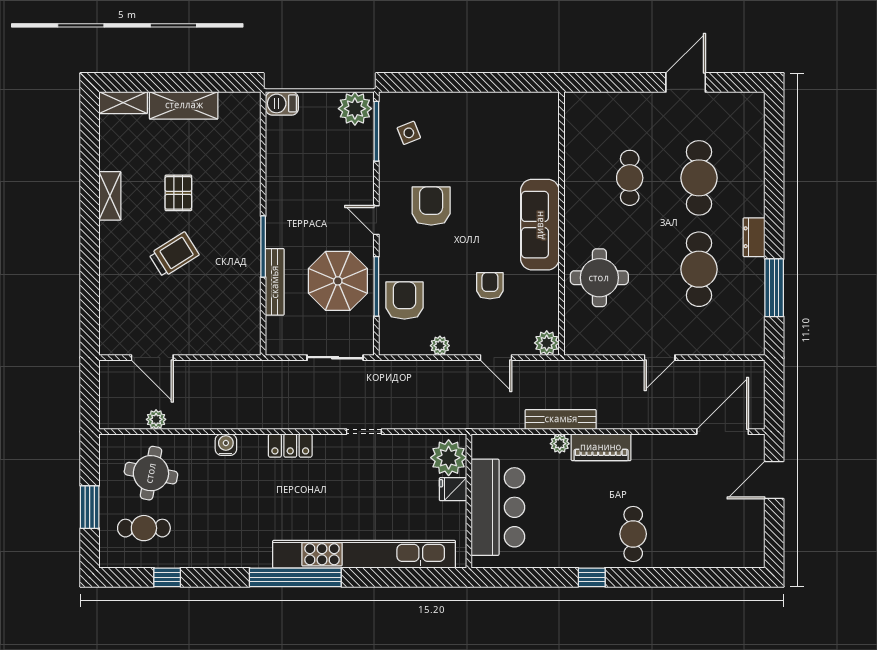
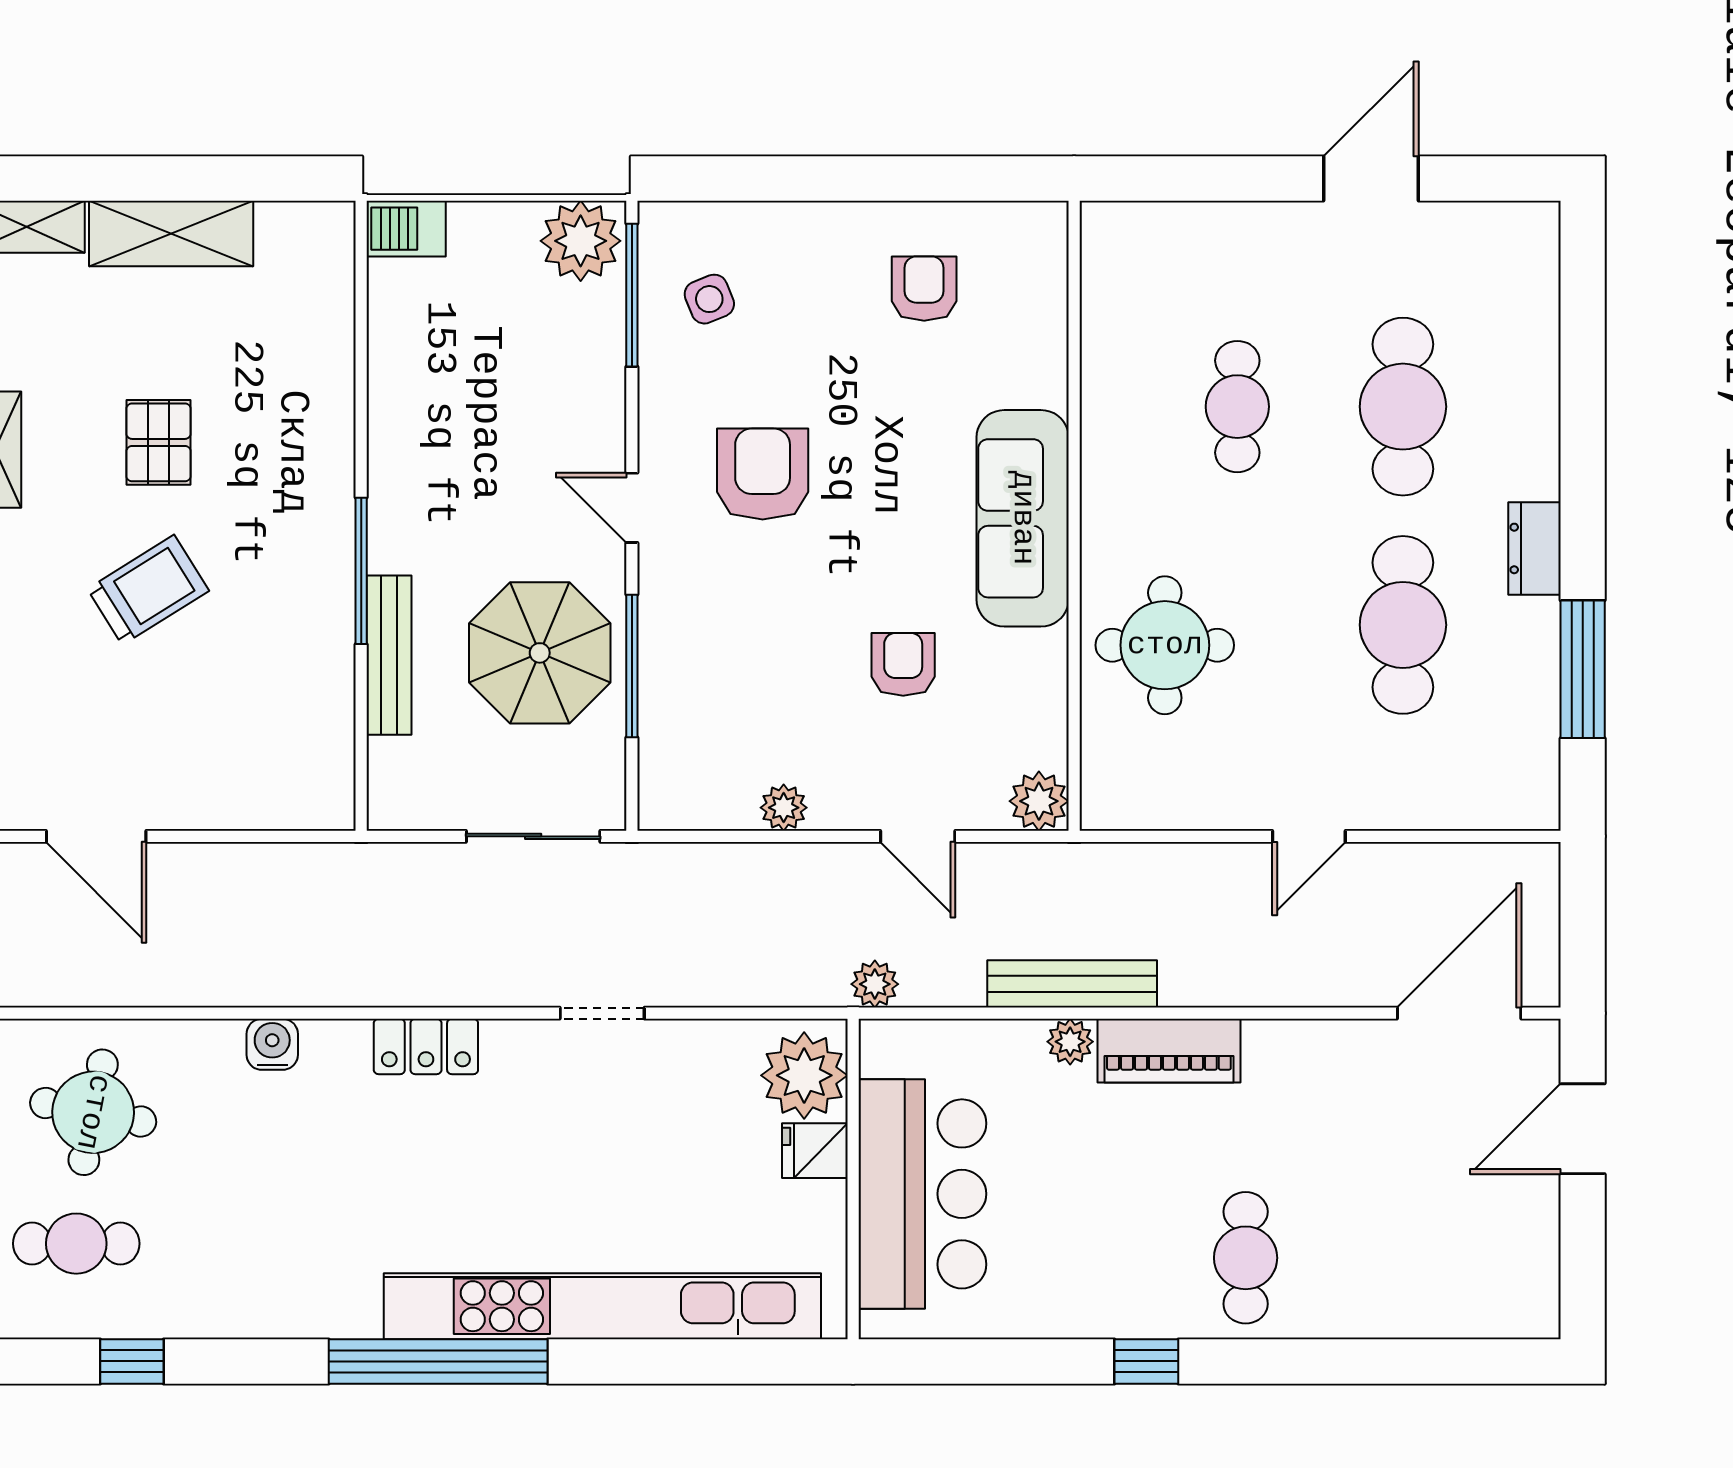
armchair: (404, 301) -> (924, 289), moved, width x0.72, depth x0.72
plant: (156, 419) -> (875, 984), moved

